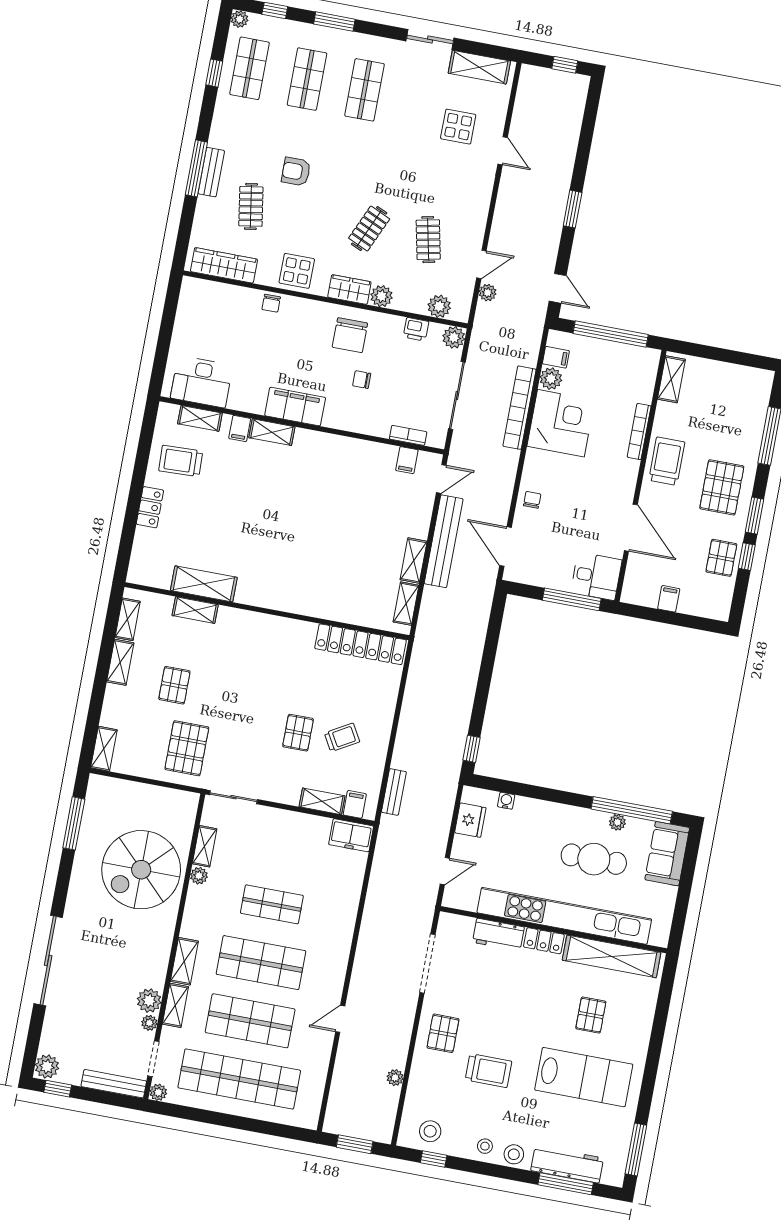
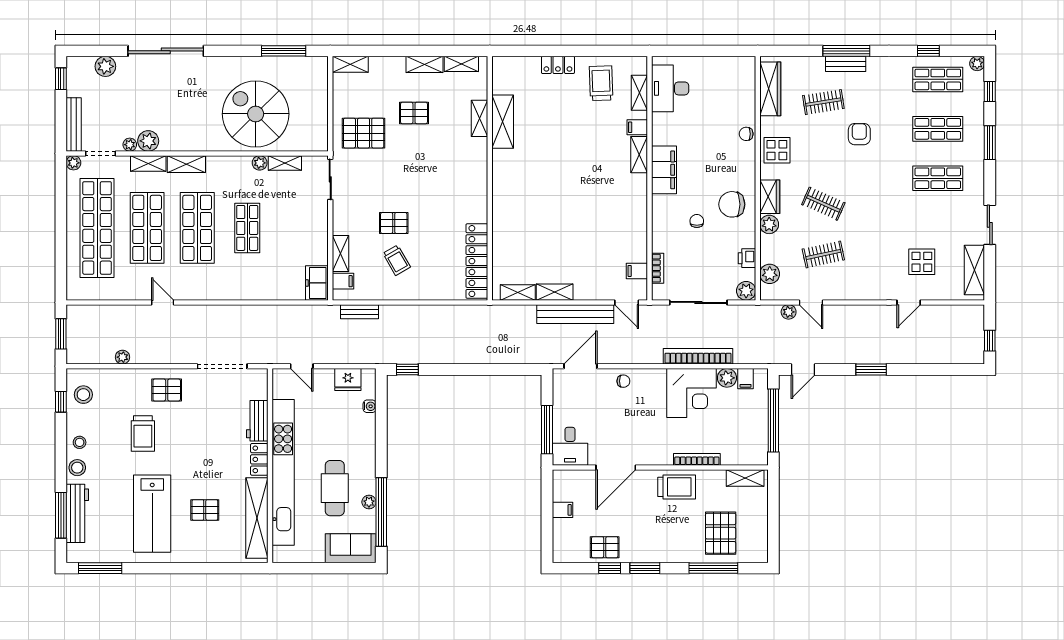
pallet: (722, 487) -> (721, 533), moved, turned 90
plant: (47, 1067) -> (105, 66), moved

